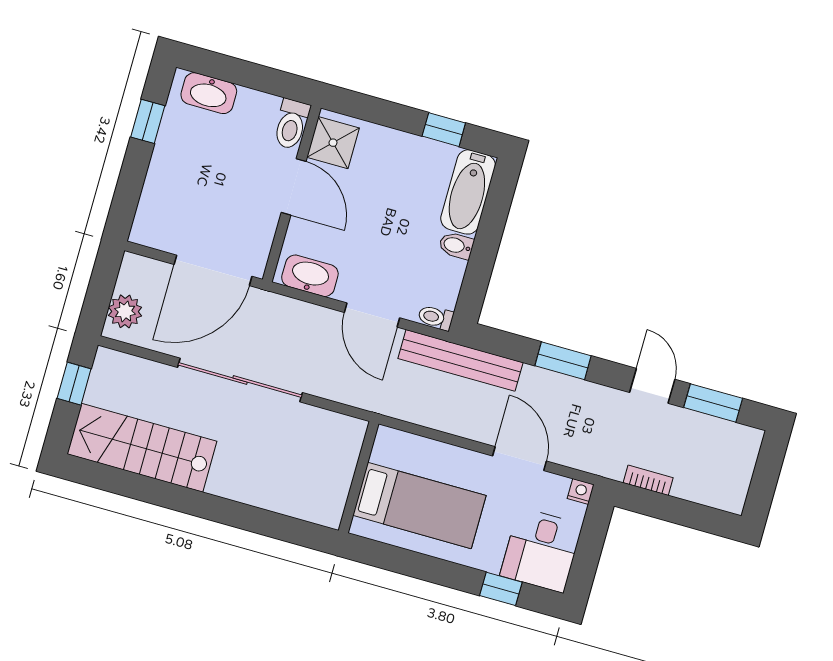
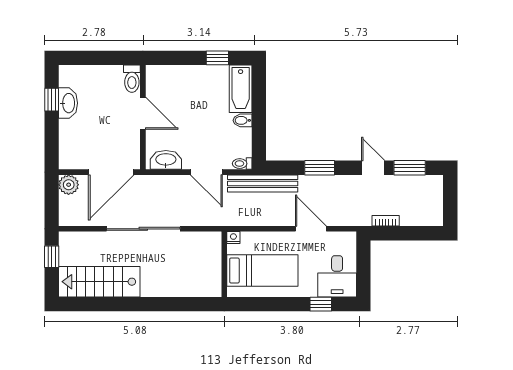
washbasin: (209, 93) -> (68, 103), moved, turned -90
shower: (333, 143) -> (158, 82), removed
plant: (125, 311) -> (69, 185), moved
nightstand: (581, 491) -> (233, 238), moved

